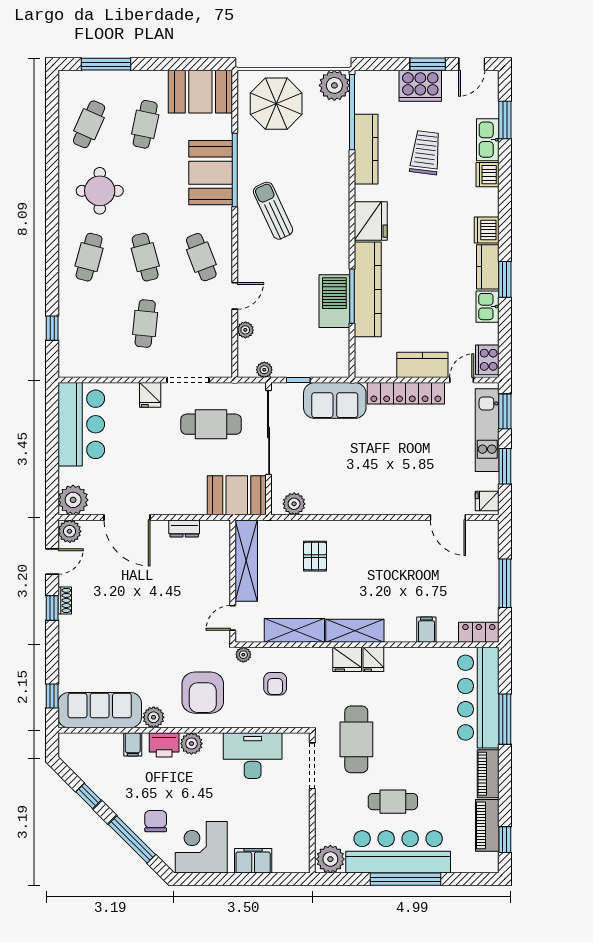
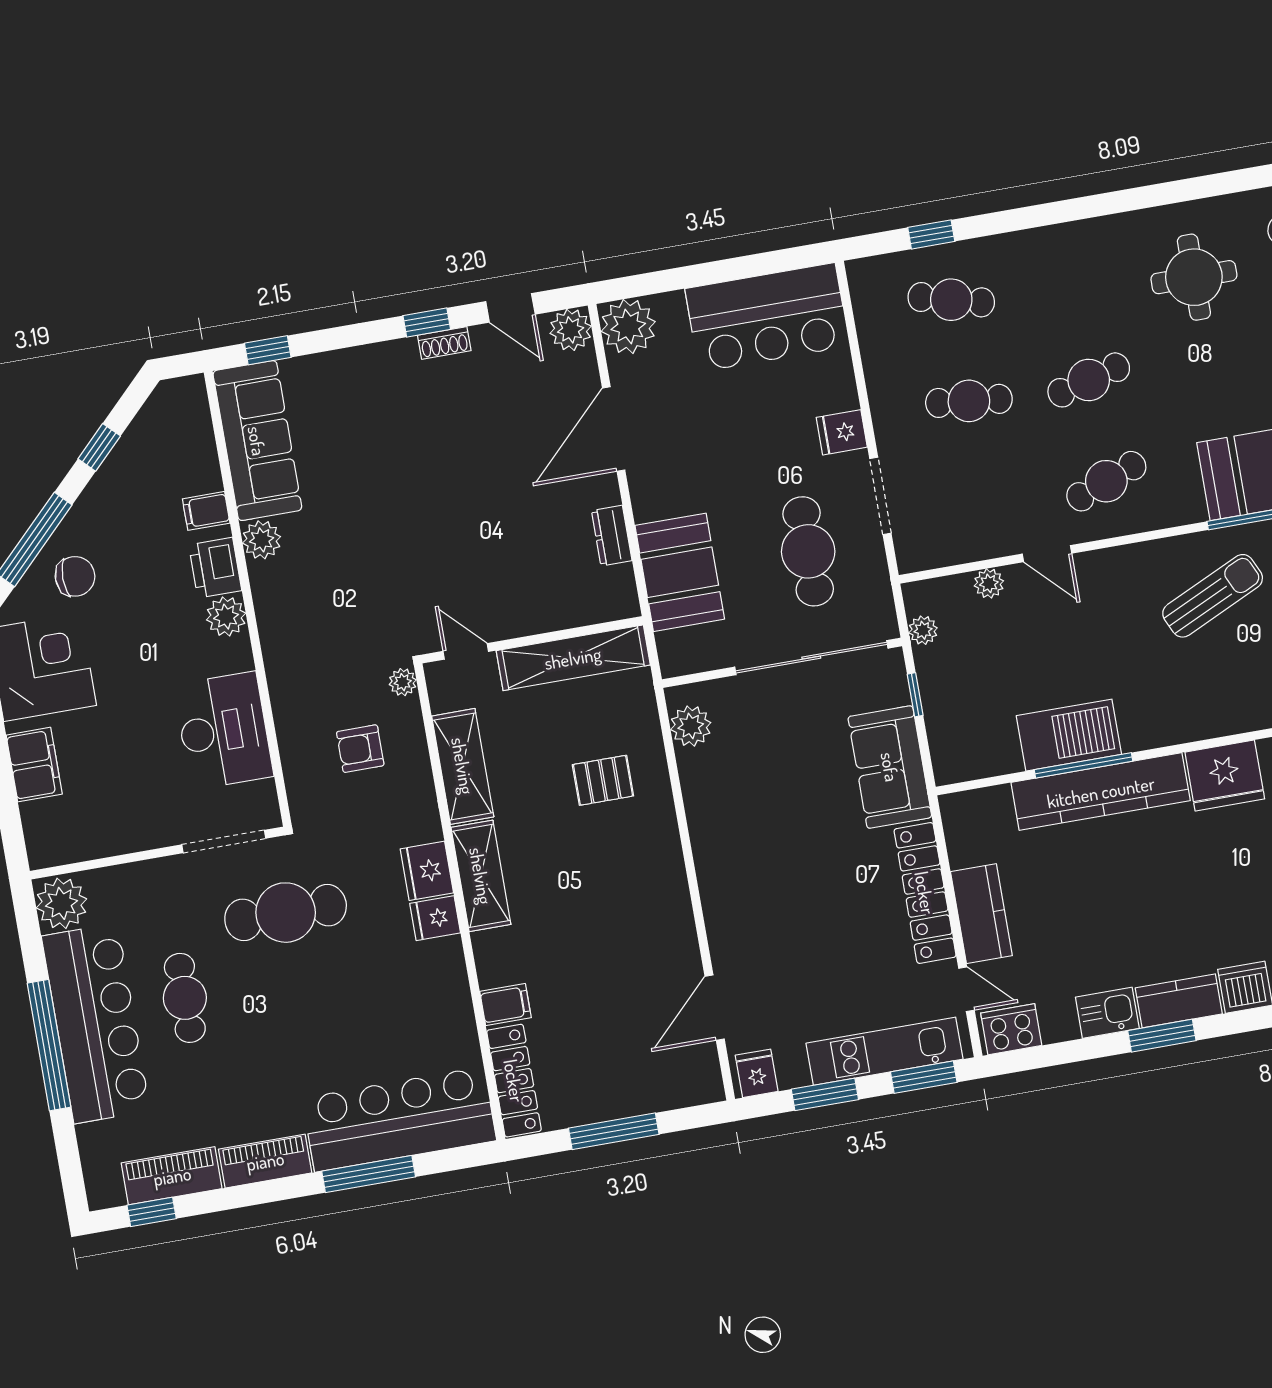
cafe table: (89, 257) -> (951, 300), moved
booth: (237, 495) -> (680, 572), moved
locker: (479, 632) -> (514, 1081), width x1.53
armchair: (203, 693) -> (321, 621), removed

